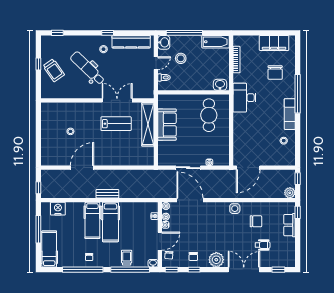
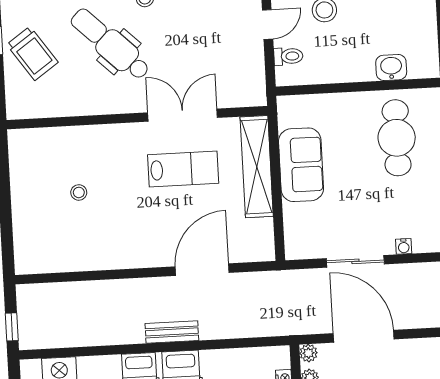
washbasin: (220, 85) -> (391, 68), moved
door: (82, 168) -> (202, 270), moved

